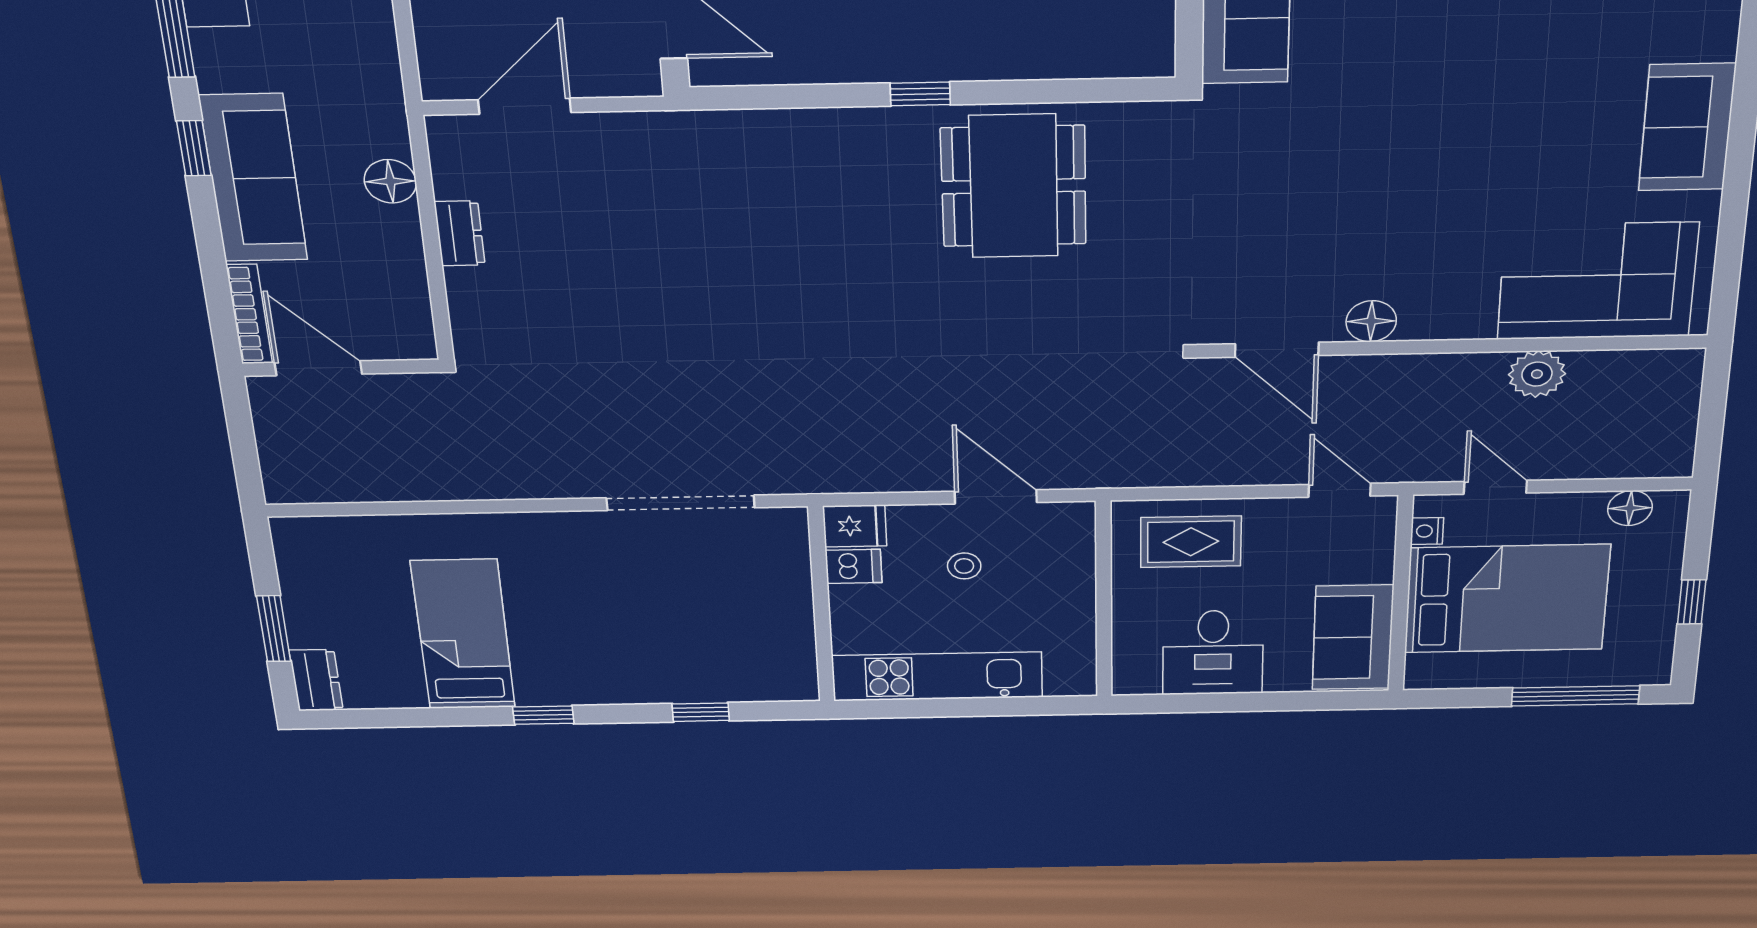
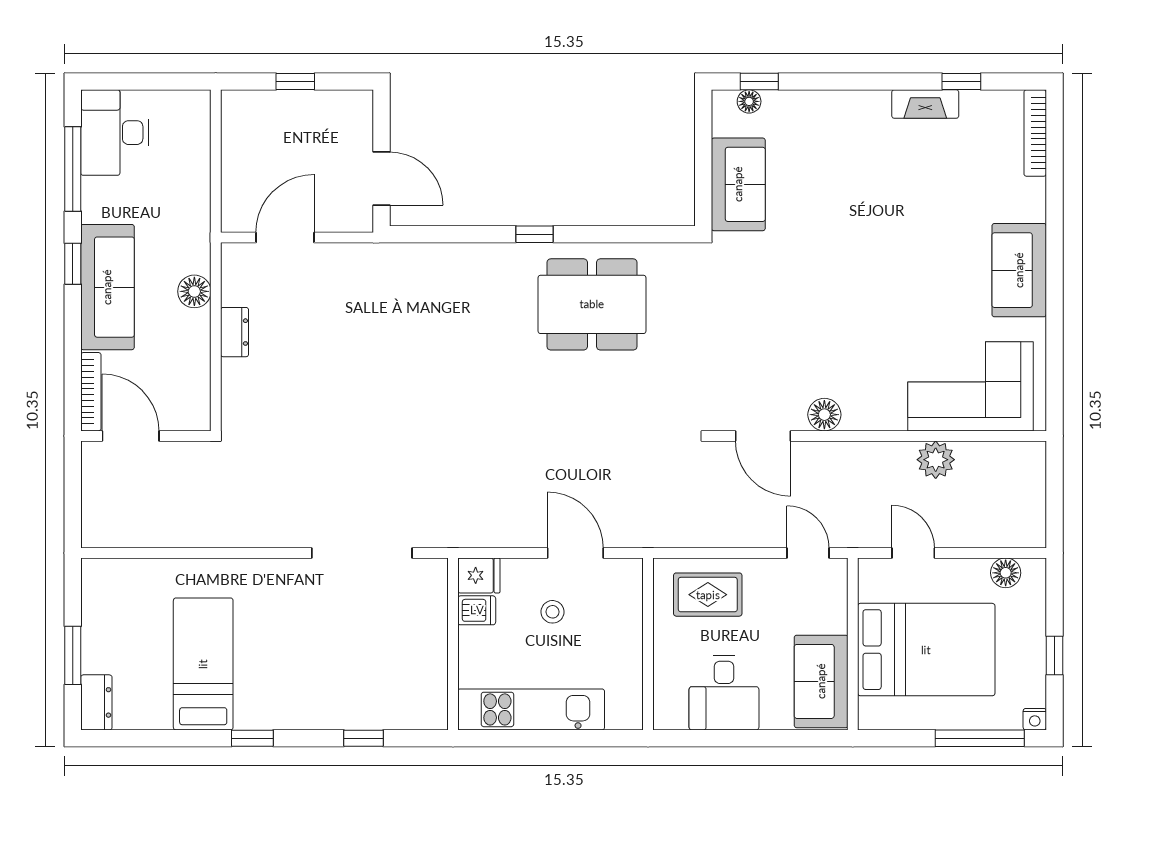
dining table: (1014, 186) -> (592, 304), turned 90
nightstand: (1427, 531) -> (1035, 719), moved, turned -90

